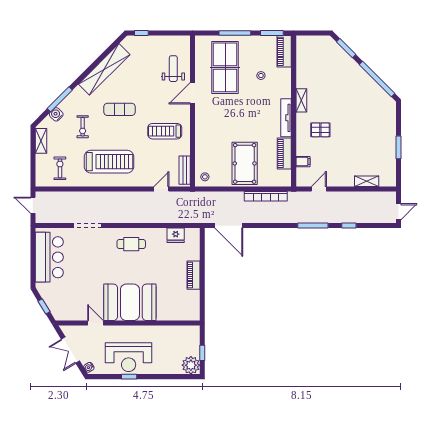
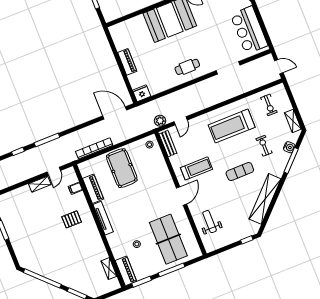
weight bench: (173, 69) -> (210, 222), turned 180
door: (193, 93) -> (181, 196), moved
shelving: (301, 100) -> (109, 269), moved
shelving: (367, 181) -> (40, 184), moved
plant: (183, 198) -> (160, 121), added
fridge: (176, 235) -> (142, 93), moved

